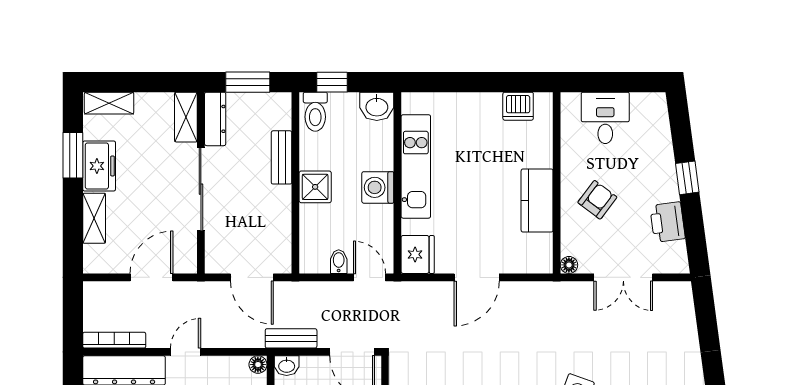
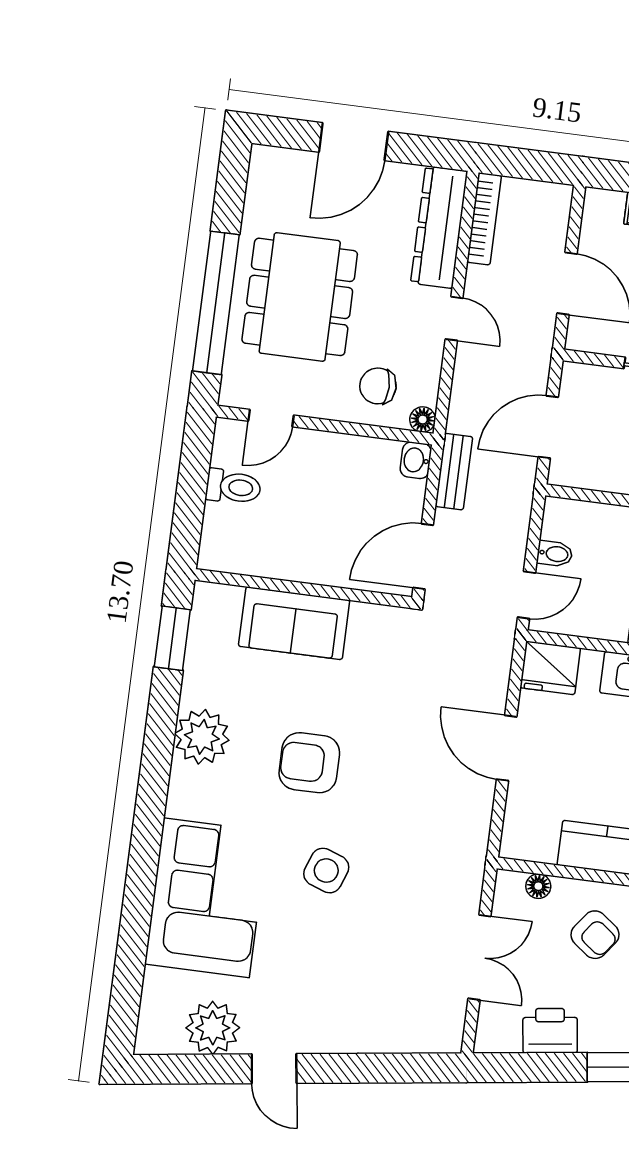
floor lamp: (569, 265) -> (538, 886), moved
double door: (623, 277) -> (479, 957), swing flipped

